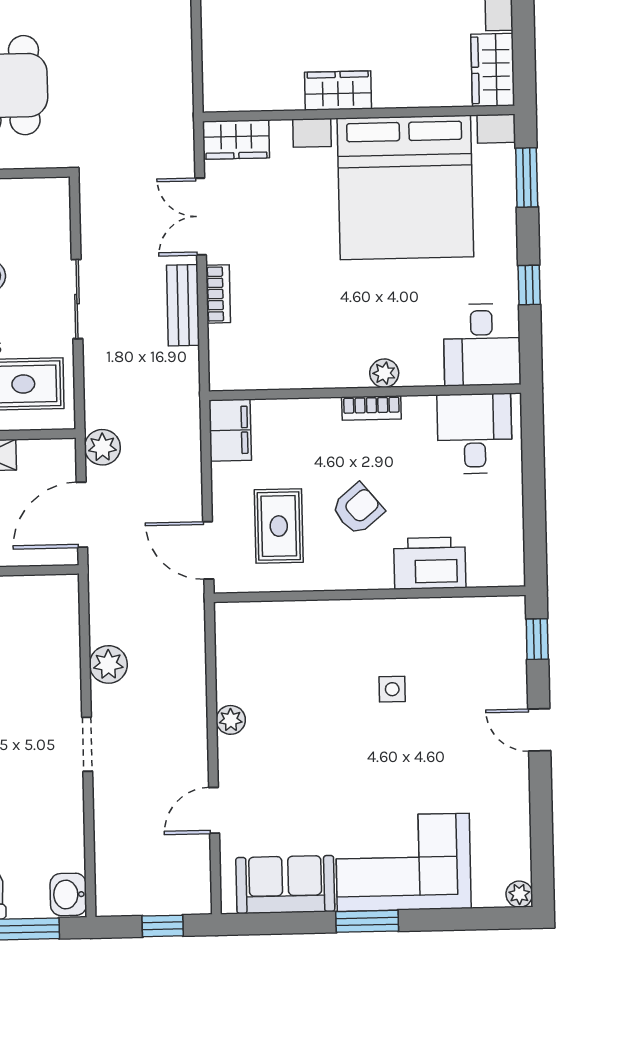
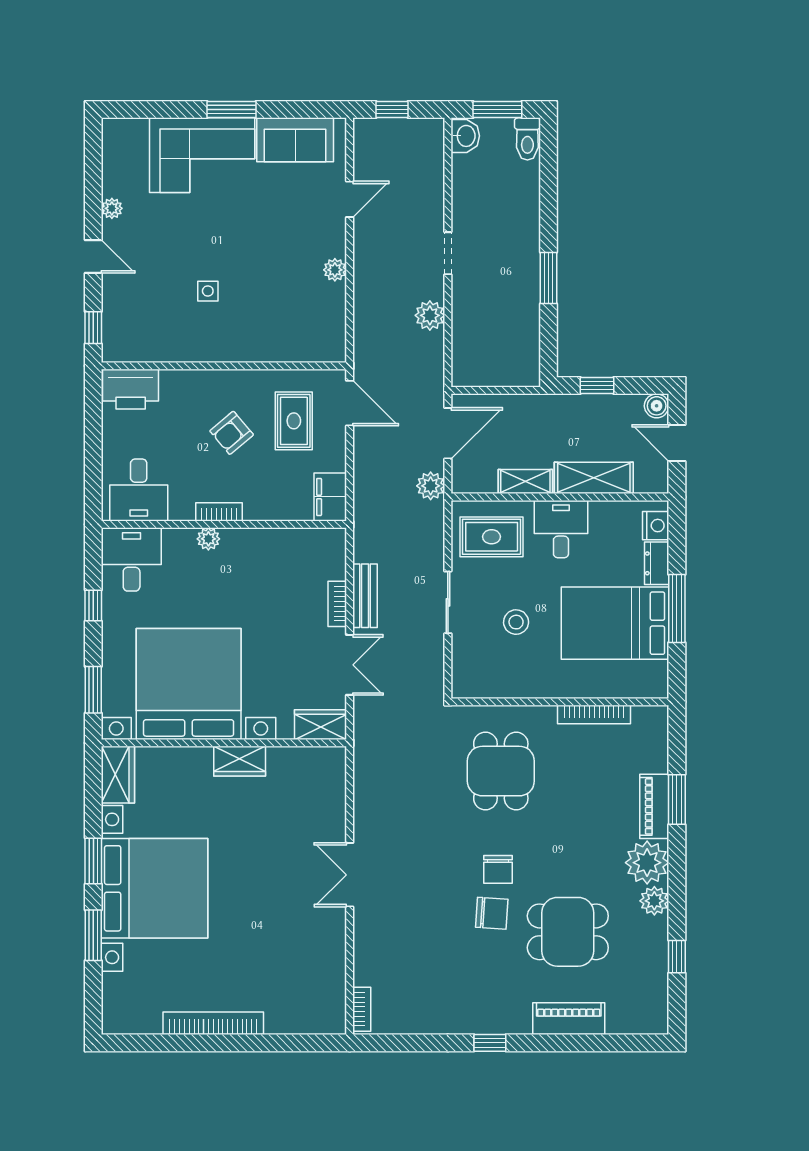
printer: (430, 563) -> (131, 389), moved
plant: (519, 894) -> (112, 208), moved

